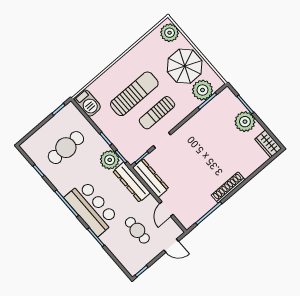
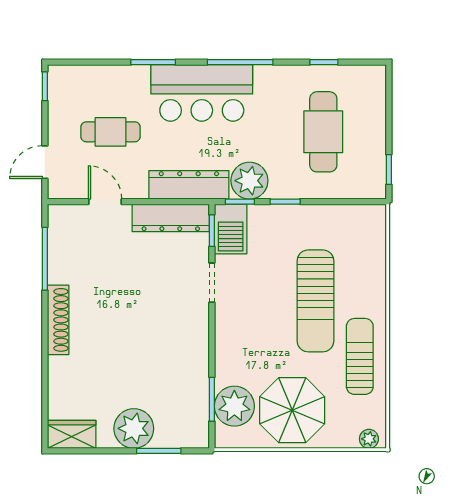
plant: (170, 33) -> (369, 439), width x0.53, depth x0.53
barbecue: (87, 103) -> (231, 229), moved, turned -90
sun lounger: (157, 113) -> (360, 356), moved

